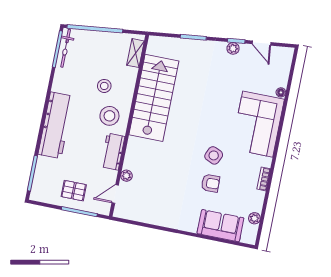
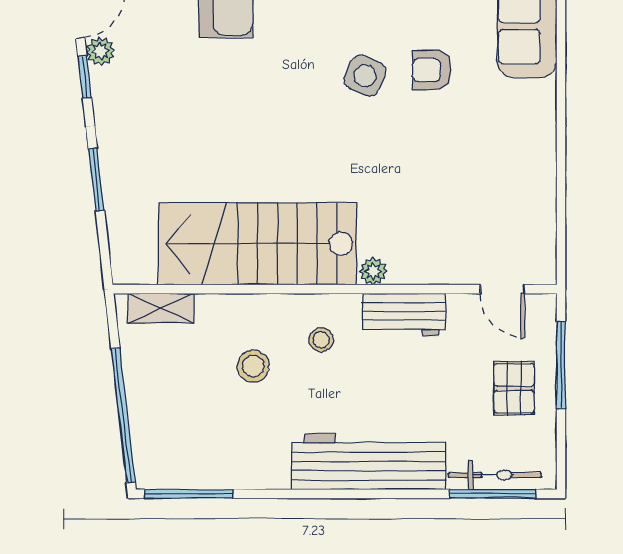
bicycle: (66, 48) -> (495, 475), moved
plant: (233, 48) -> (100, 51), moved
stool: (109, 116) -> (321, 340), width x0.53, depth x0.53
plant: (126, 176) -> (373, 271), moved
armchair: (210, 183) -> (432, 70), turned -88

